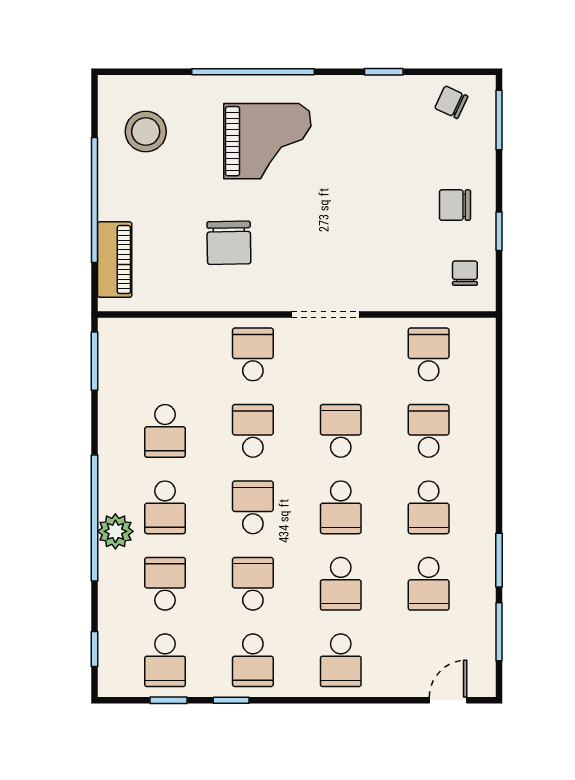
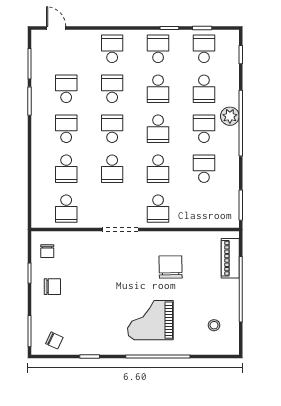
stool: (146, 132) -> (214, 325), width x0.53, depth x0.53
door: (448, 700) -> (56, 28), swing flipped

